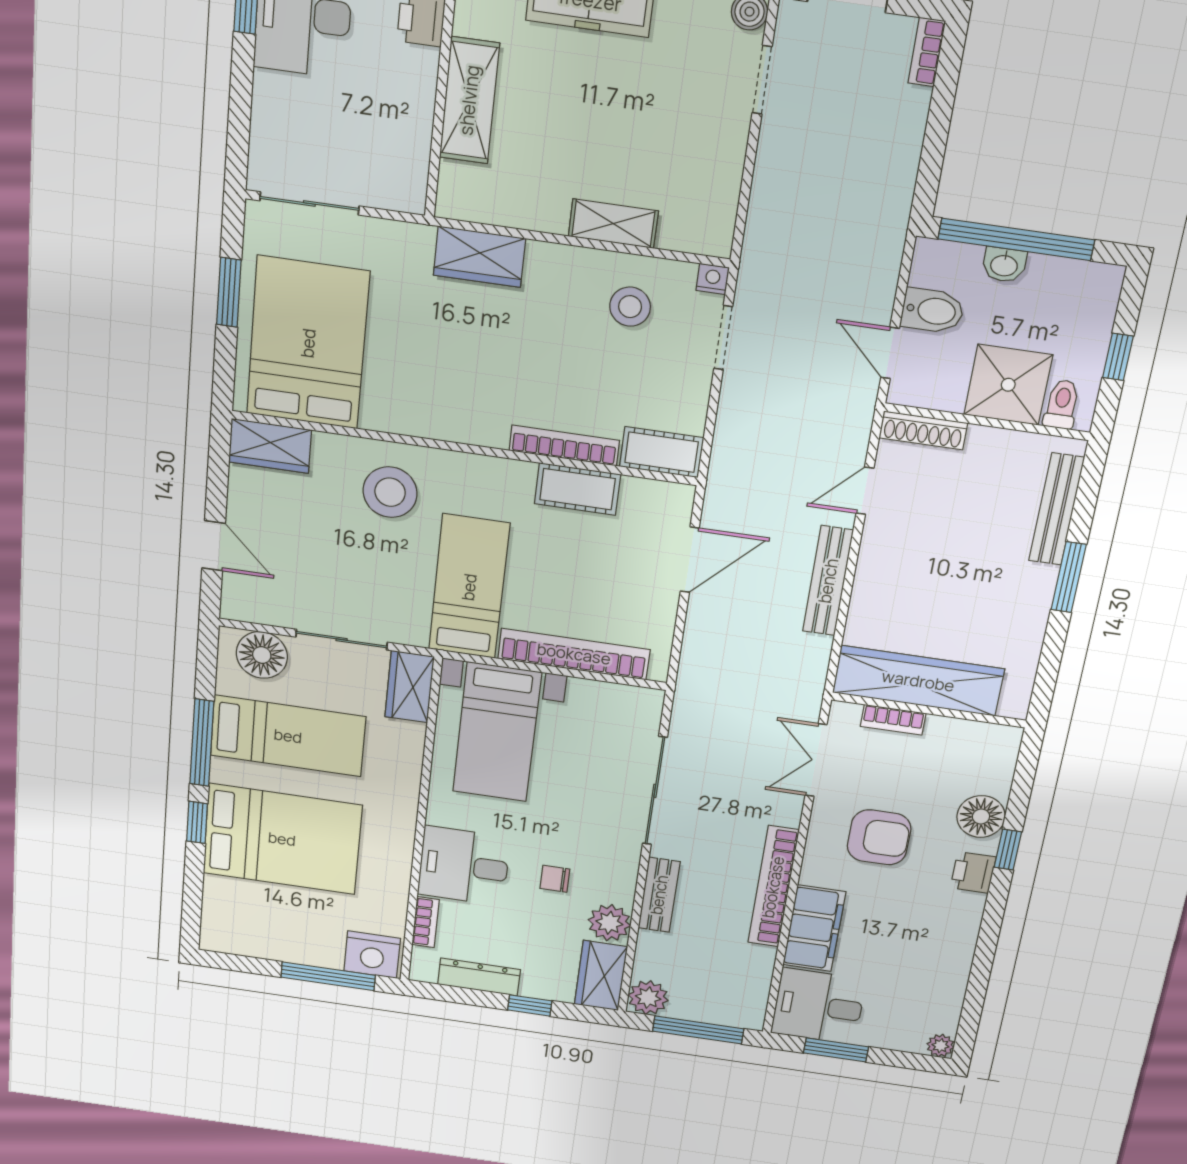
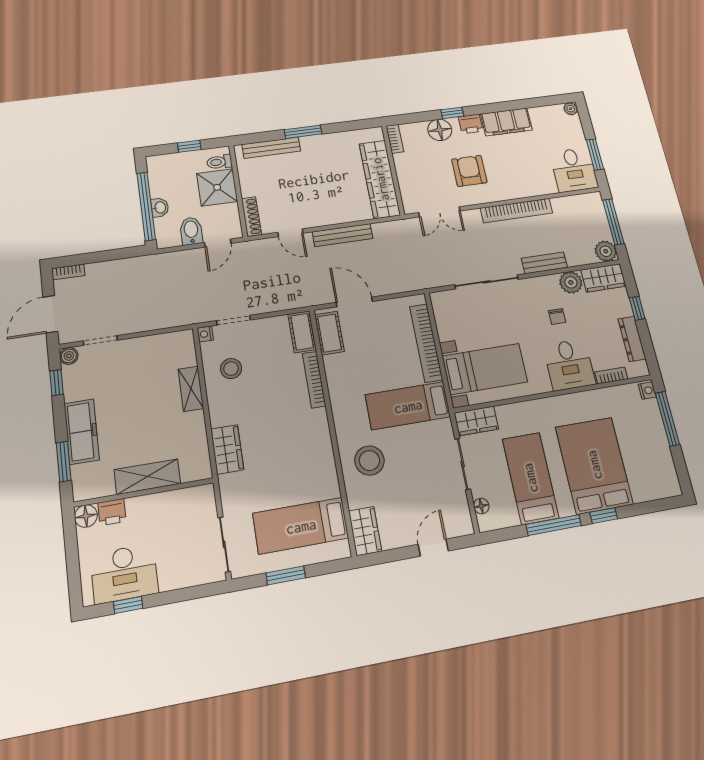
bed: (308, 343) -> (301, 526), width x0.67
cot: (578, 489) -> (329, 333), moved
floor lamp: (262, 655) -> (481, 506), width x0.53, depth x0.53
bookcase: (893, 720) -> (395, 139), moved
filing cabinet: (814, 928) -> (506, 122), moved, turned 180
nightstand: (372, 955) -> (647, 391), width x0.53, depth x0.56

